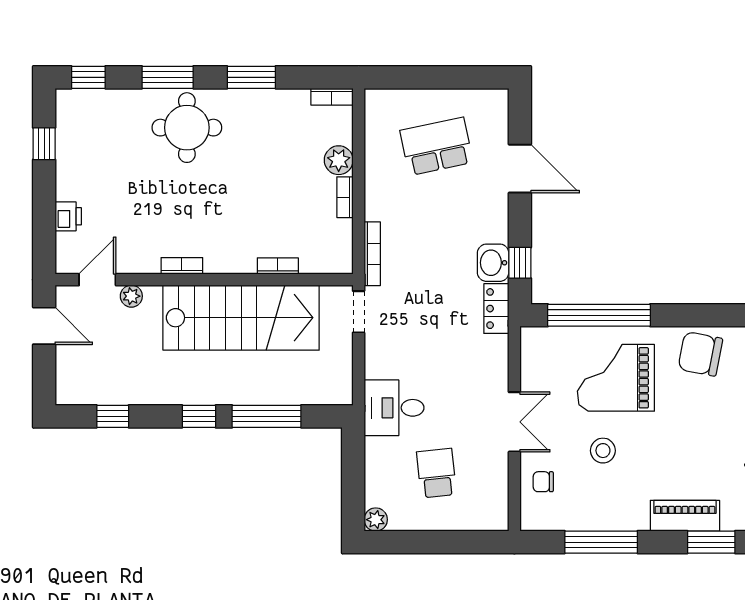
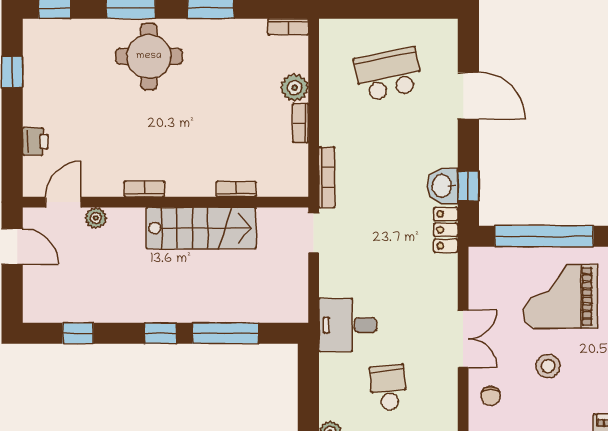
stairs: (241, 318) -> (201, 228), width x0.73, depth x0.66
chair: (543, 482) -> (491, 396), turned -90

